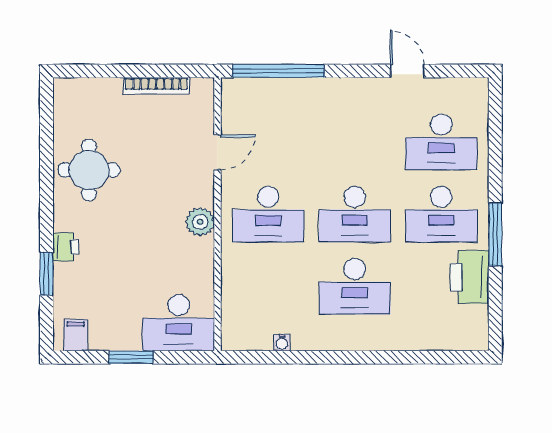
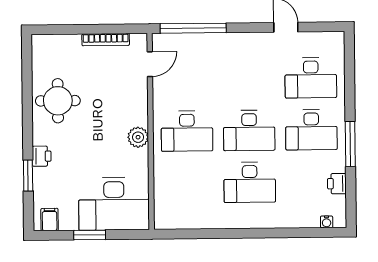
door: (217, 152) -> (150, 64), moved
printer: (470, 277) -> (337, 184), width x0.53, depth x0.68
desk: (179, 323) -> (114, 204), width x1.36, depth x1.30
water cooler: (282, 342) -> (327, 222), moved

